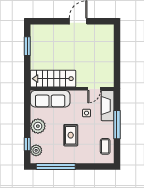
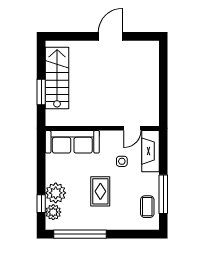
window: (27, 46) -> (41, 92), moved
stairs: (53, 79) -> (57, 78), moved, turned 90
window: (117, 125) -> (163, 194), moved
plant: (38, 126) -> (56, 193), moved

